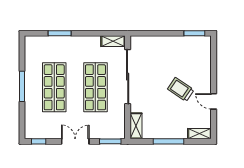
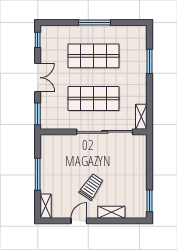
shelving: (136, 126) -> (111, 212), moved

